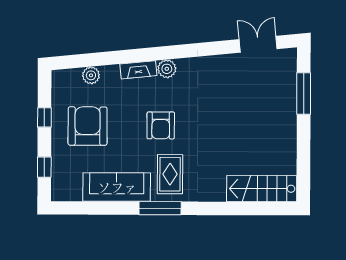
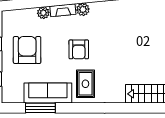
plant: (91, 75) -> (43, 13), moved
window: (160, 208) -> (40, 108), moved

